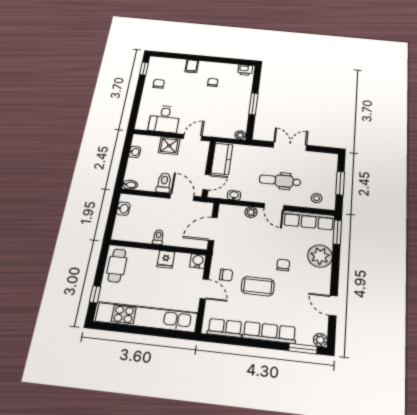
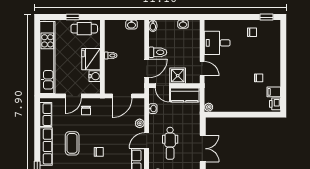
filing cabinet: (192, 66) -> (274, 92), moved
window: (253, 104) -> (241, 115), removed
shower: (169, 146) -> (178, 76), moved
dental chair: (280, 181) -> (170, 143), turned 180
door: (213, 229) -> (122, 96), swing flipped
fridge: (166, 259) -> (91, 59), width x1.88, depth x1.34
water cooler: (198, 261) -> (95, 76), moved
coffee table: (258, 286) -> (72, 143), moved
window: (95, 294) -> (73, 17), moved

